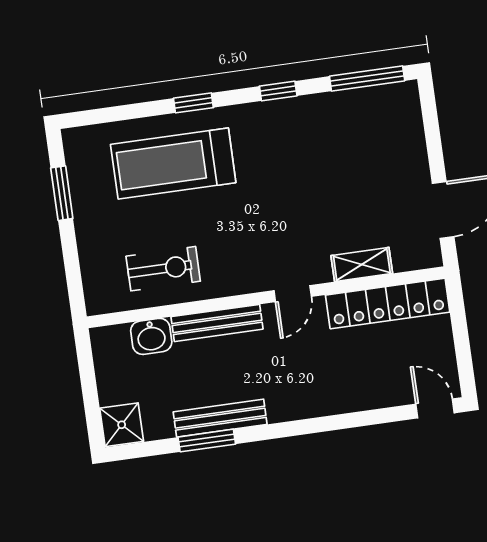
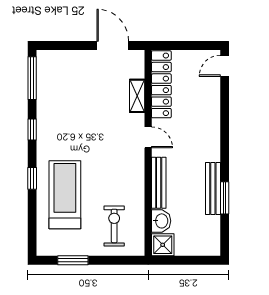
treadmill: (173, 164) -> (65, 195), turned 180
exercise bike: (163, 269) -> (114, 226), moved
shower: (122, 425) -> (163, 245), moved

